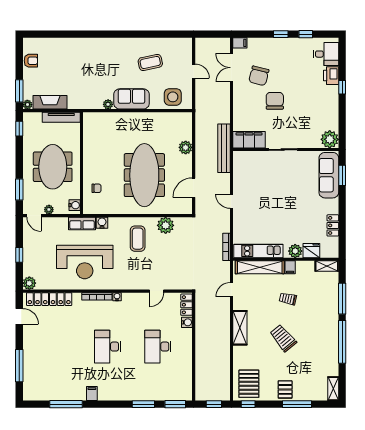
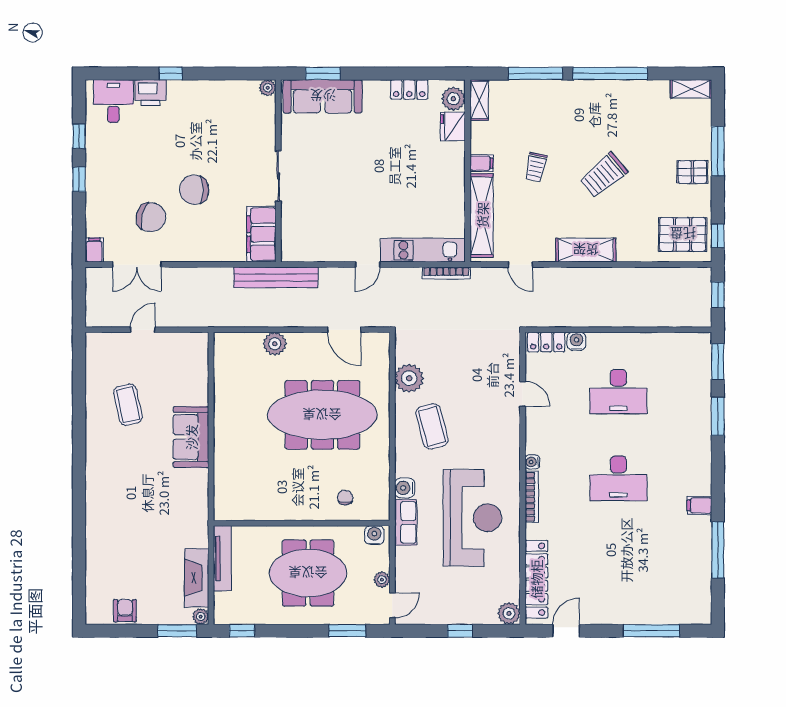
side table: (173, 97) -> (187, 366), removed
plant: (108, 104) -> (200, 478), removed
plant: (330, 139) -> (268, 88), width x0.53, depth x0.53
coffee table: (138, 239) -> (432, 426), turned 75
kitchen unit: (258, 251) -> (423, 250), moved, turned 90
plant: (295, 251) -> (453, 99), moved

